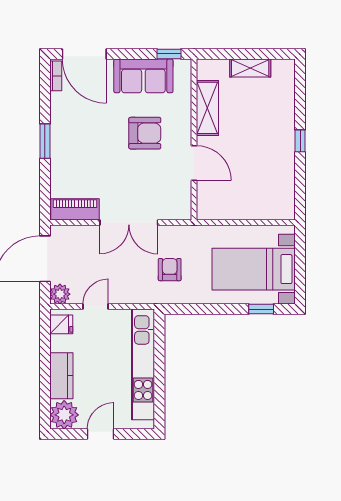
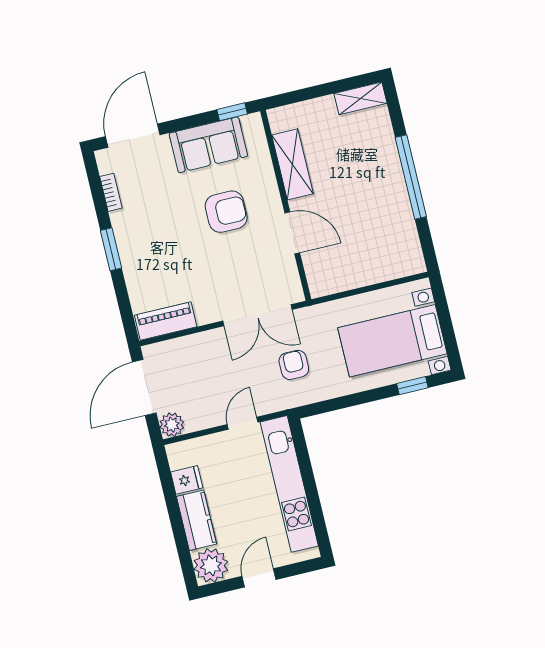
door: (84, 54) -> (133, 136), swing flipped
shelving: (250, 68) -> (360, 98), moved
bookcase: (56, 76) -> (111, 192), moved
window: (300, 141) -> (411, 177), width x3.17
double door: (129, 223) -> (257, 315), moved
door: (96, 307) -> (243, 423), moved
fridge: (61, 324) -> (187, 480), moved

